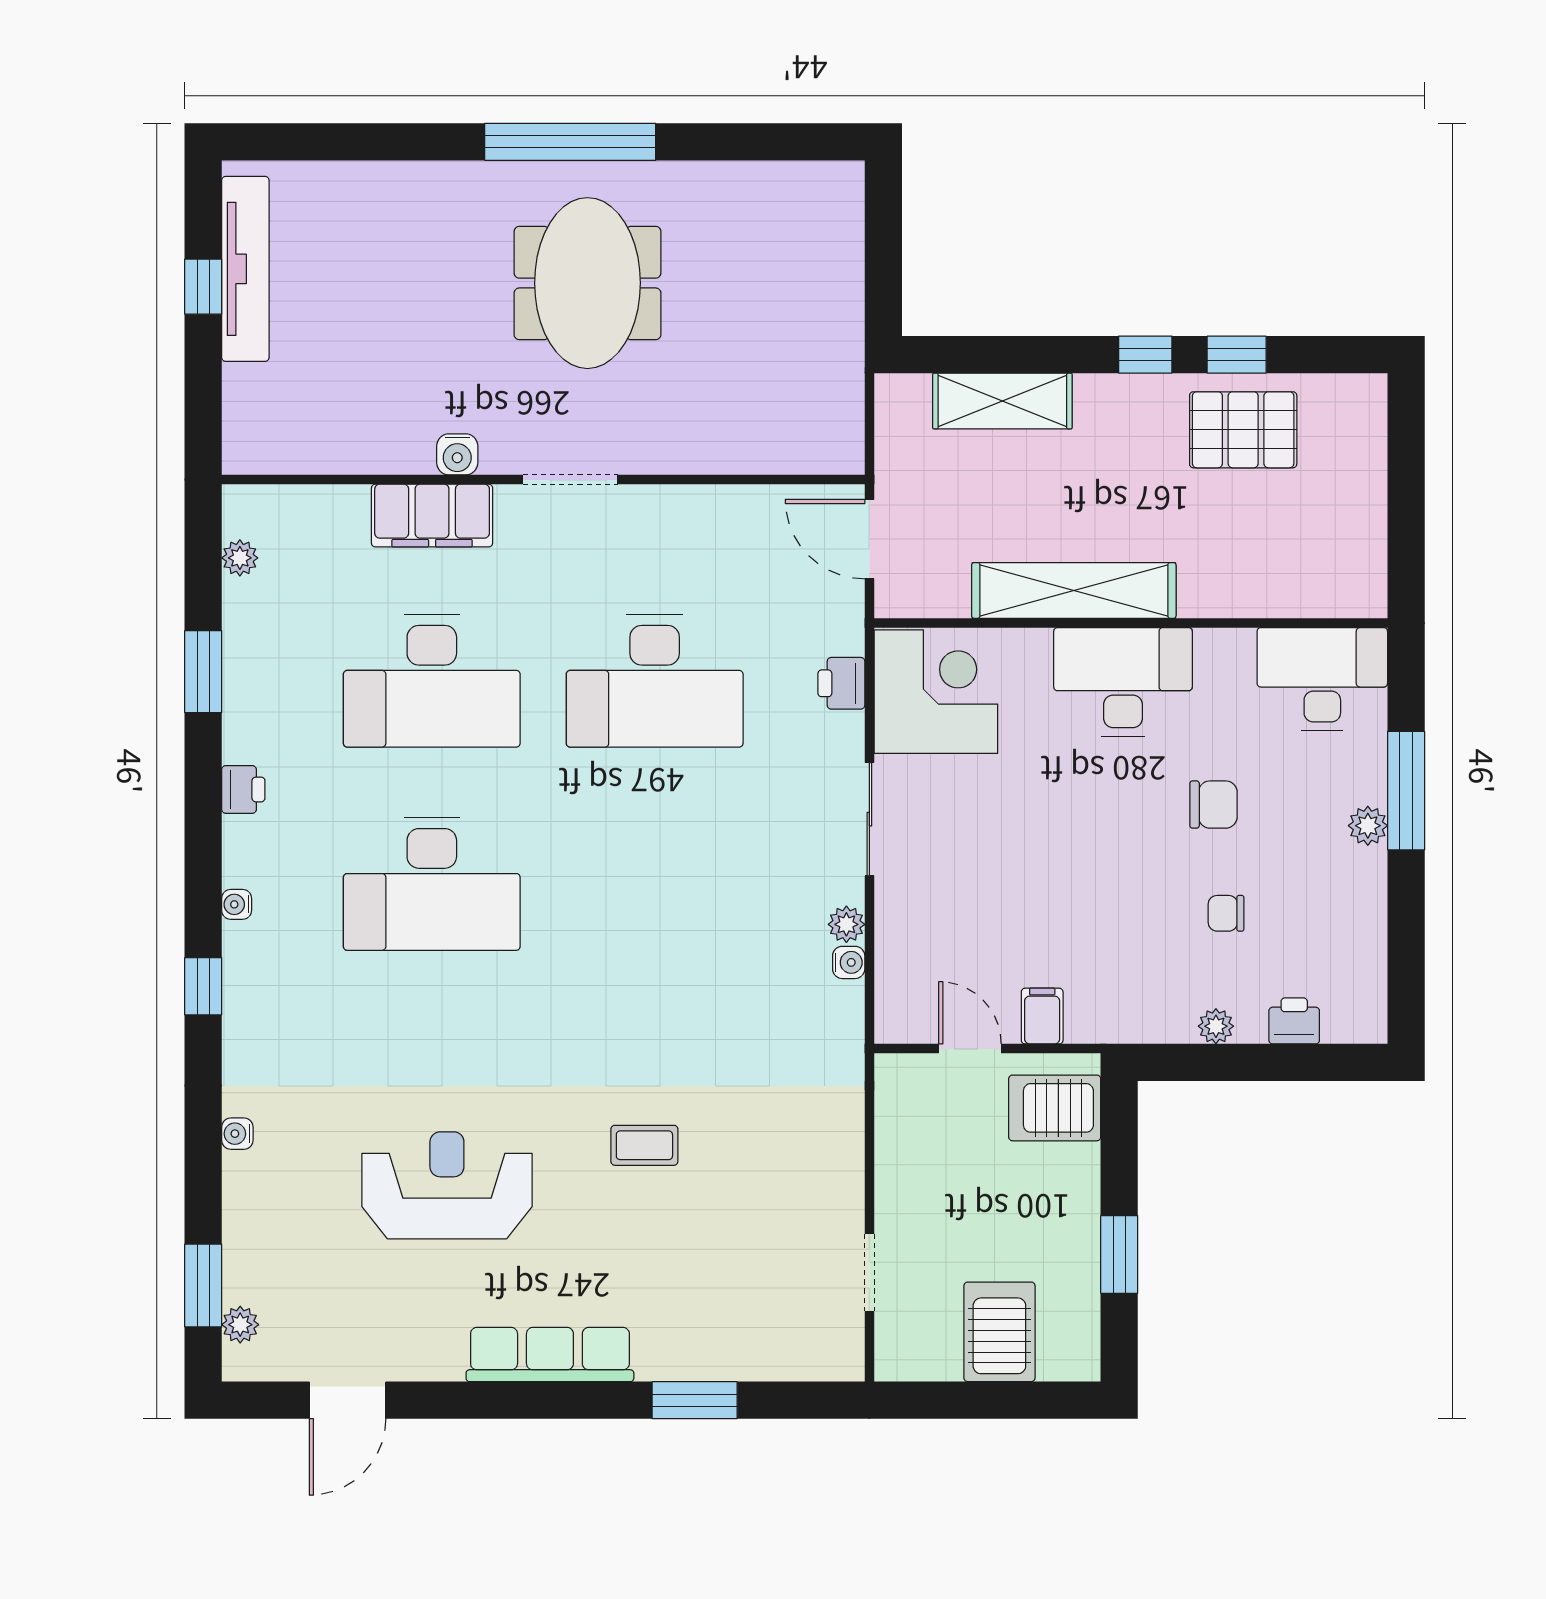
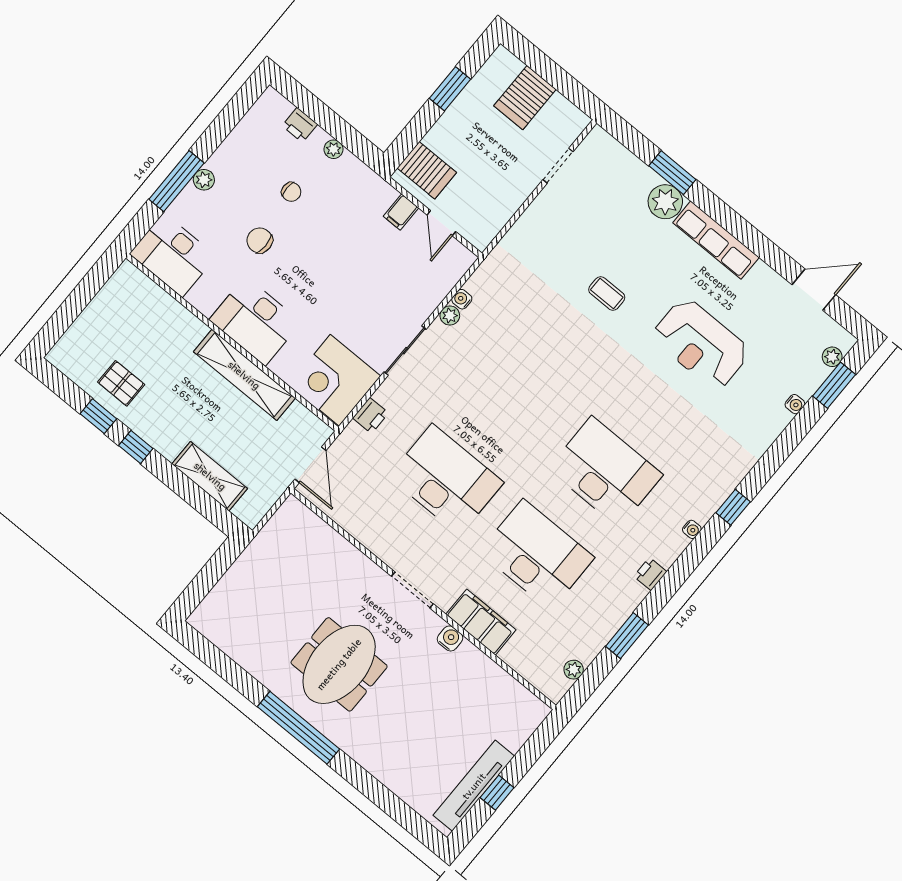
pallet: (1243, 430) -> (121, 383), width x0.67, depth x0.71
water cooler: (237, 1134) -> (795, 404), moved
plant: (670, 1349) -> (665, 202), added

